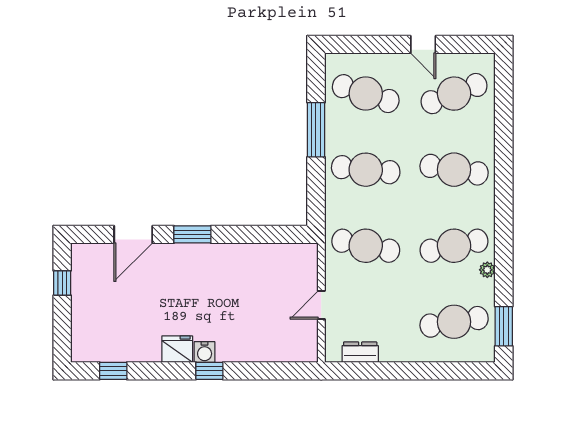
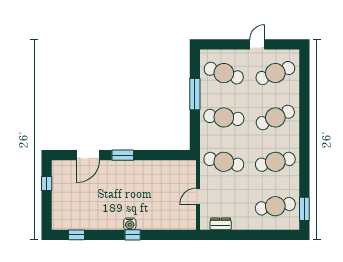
door: (423, 44) -> (257, 44), swing flipped
cafe table: (454, 170) -> (275, 117), turned -33
plant: (487, 270) -> (295, 176), removed
fridge: (177, 349) -> (114, 222), removed

